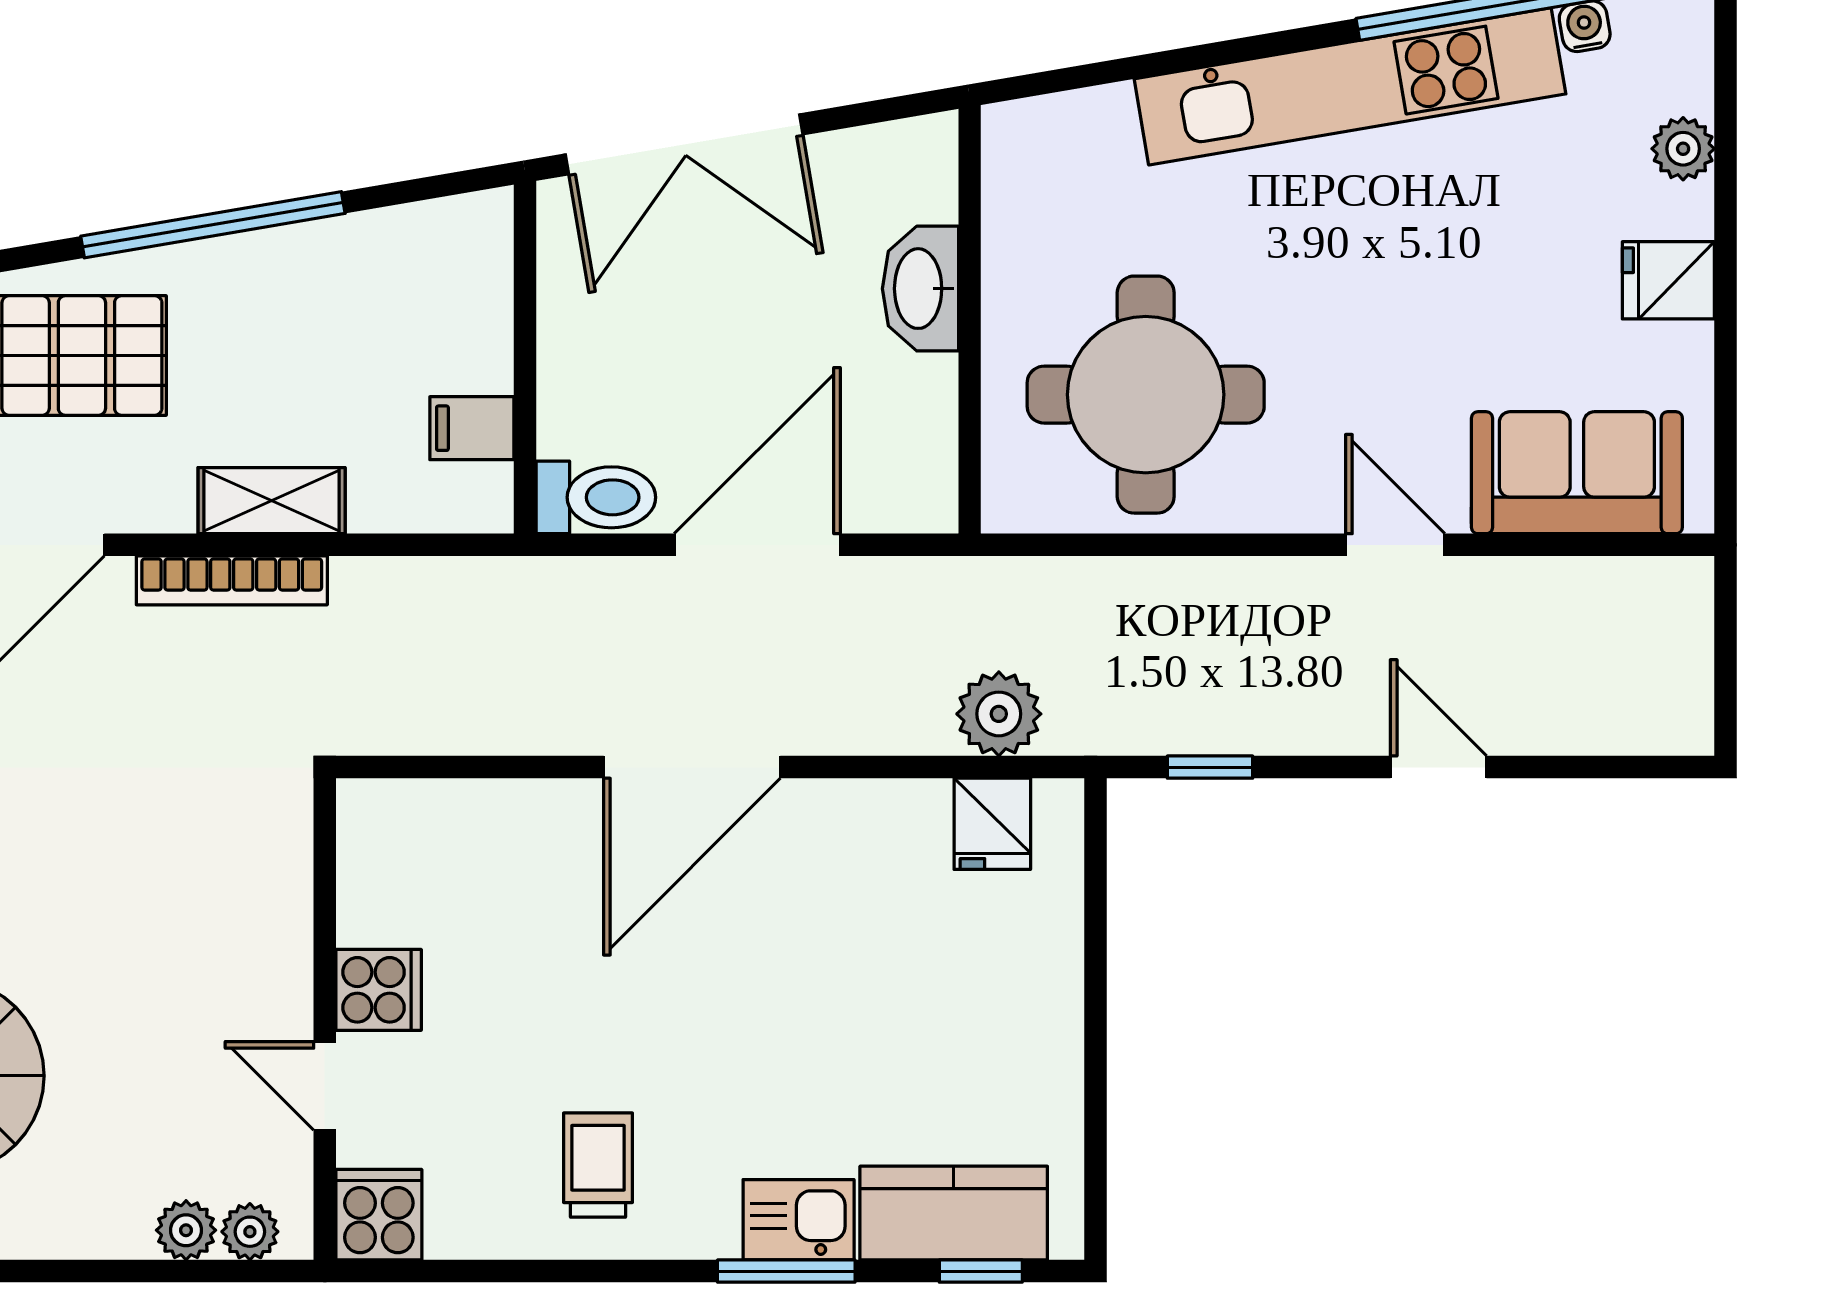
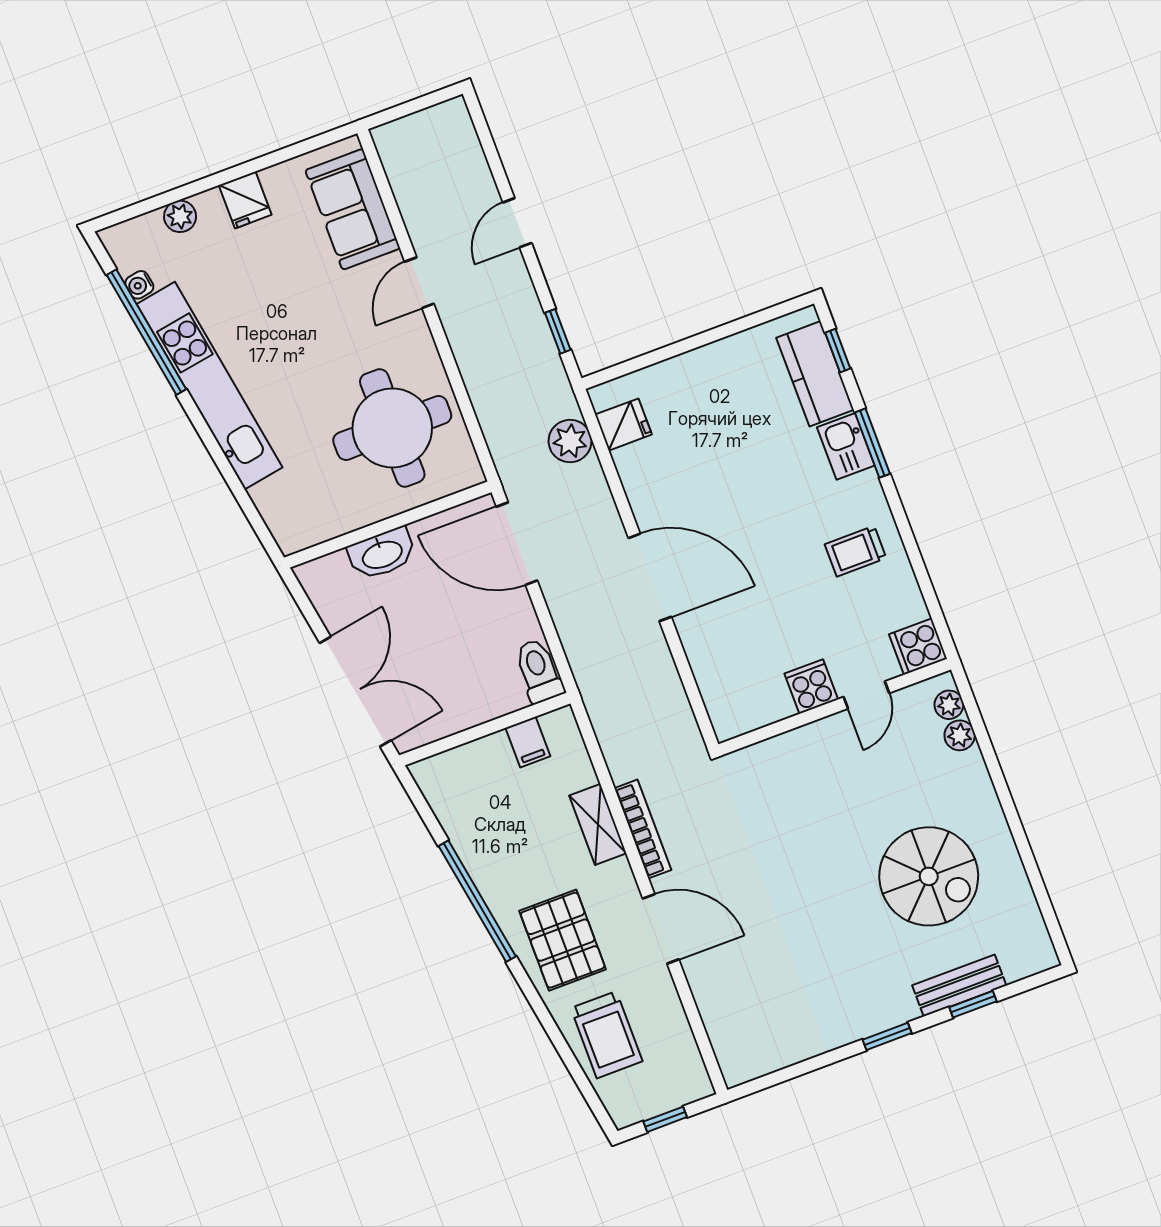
door: (757, 545) -> (517, 544), moved

